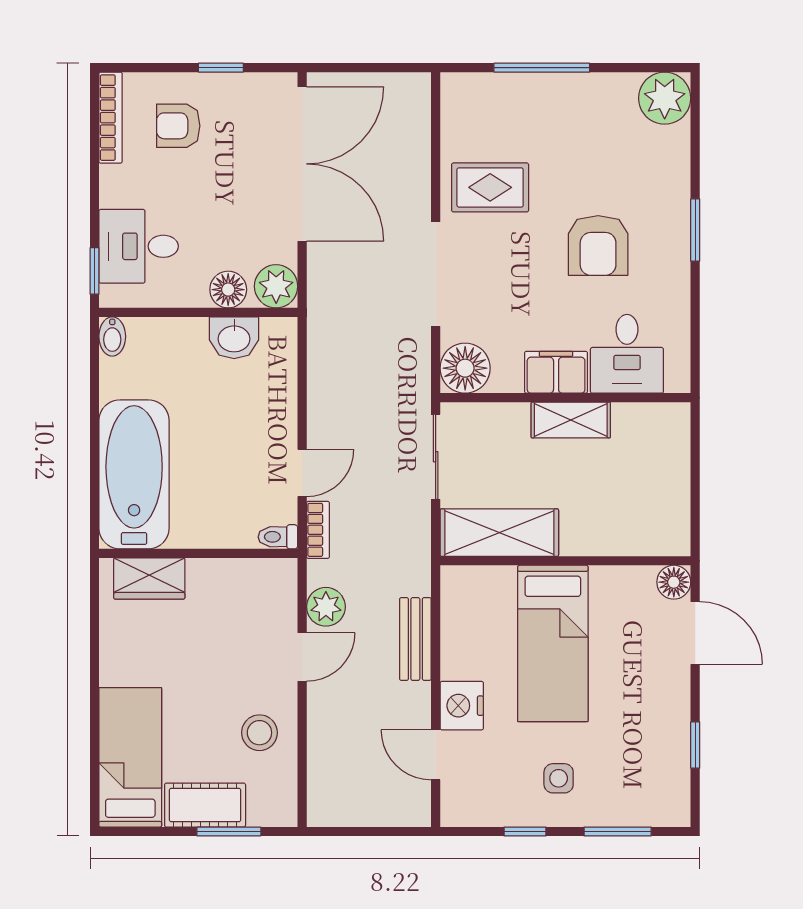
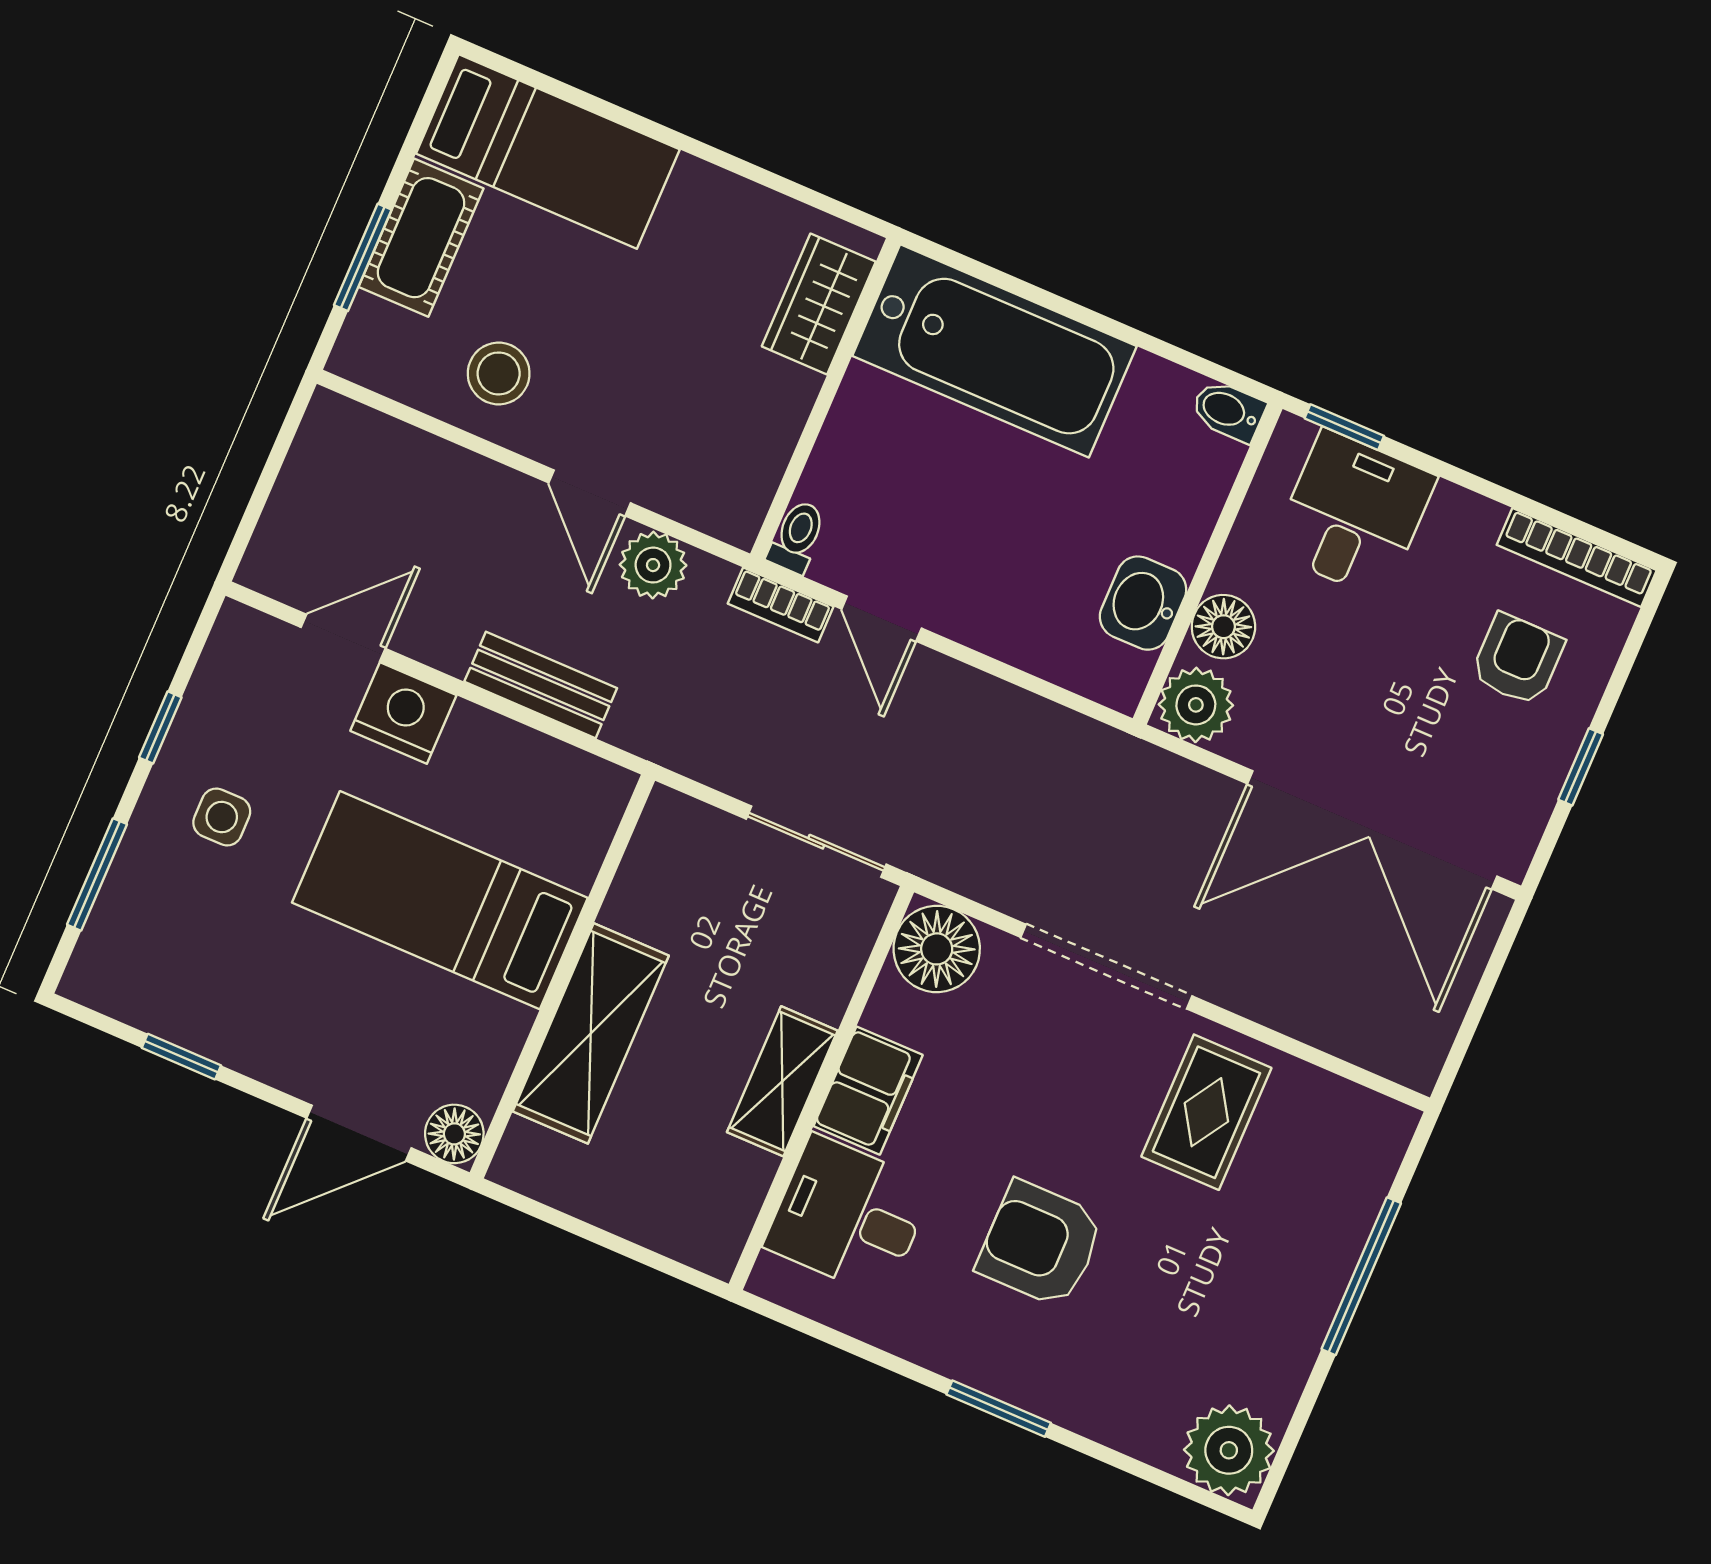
shelving: (499, 533) -> (591, 1033), moved

